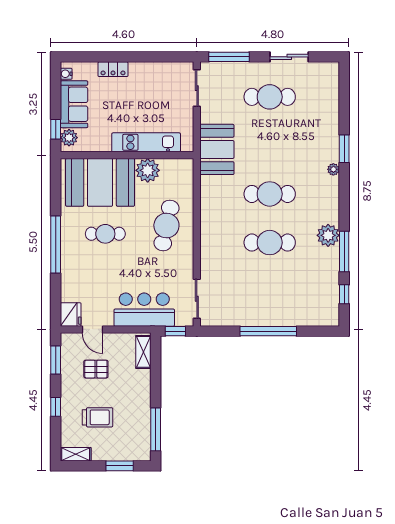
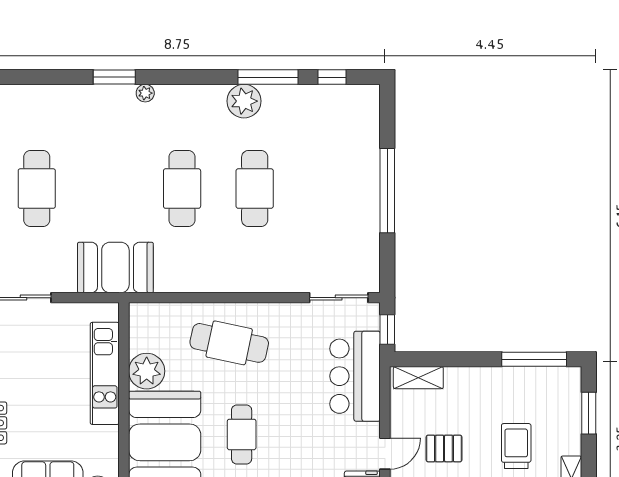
pallet: (96, 369) -> (444, 448), turned 90

